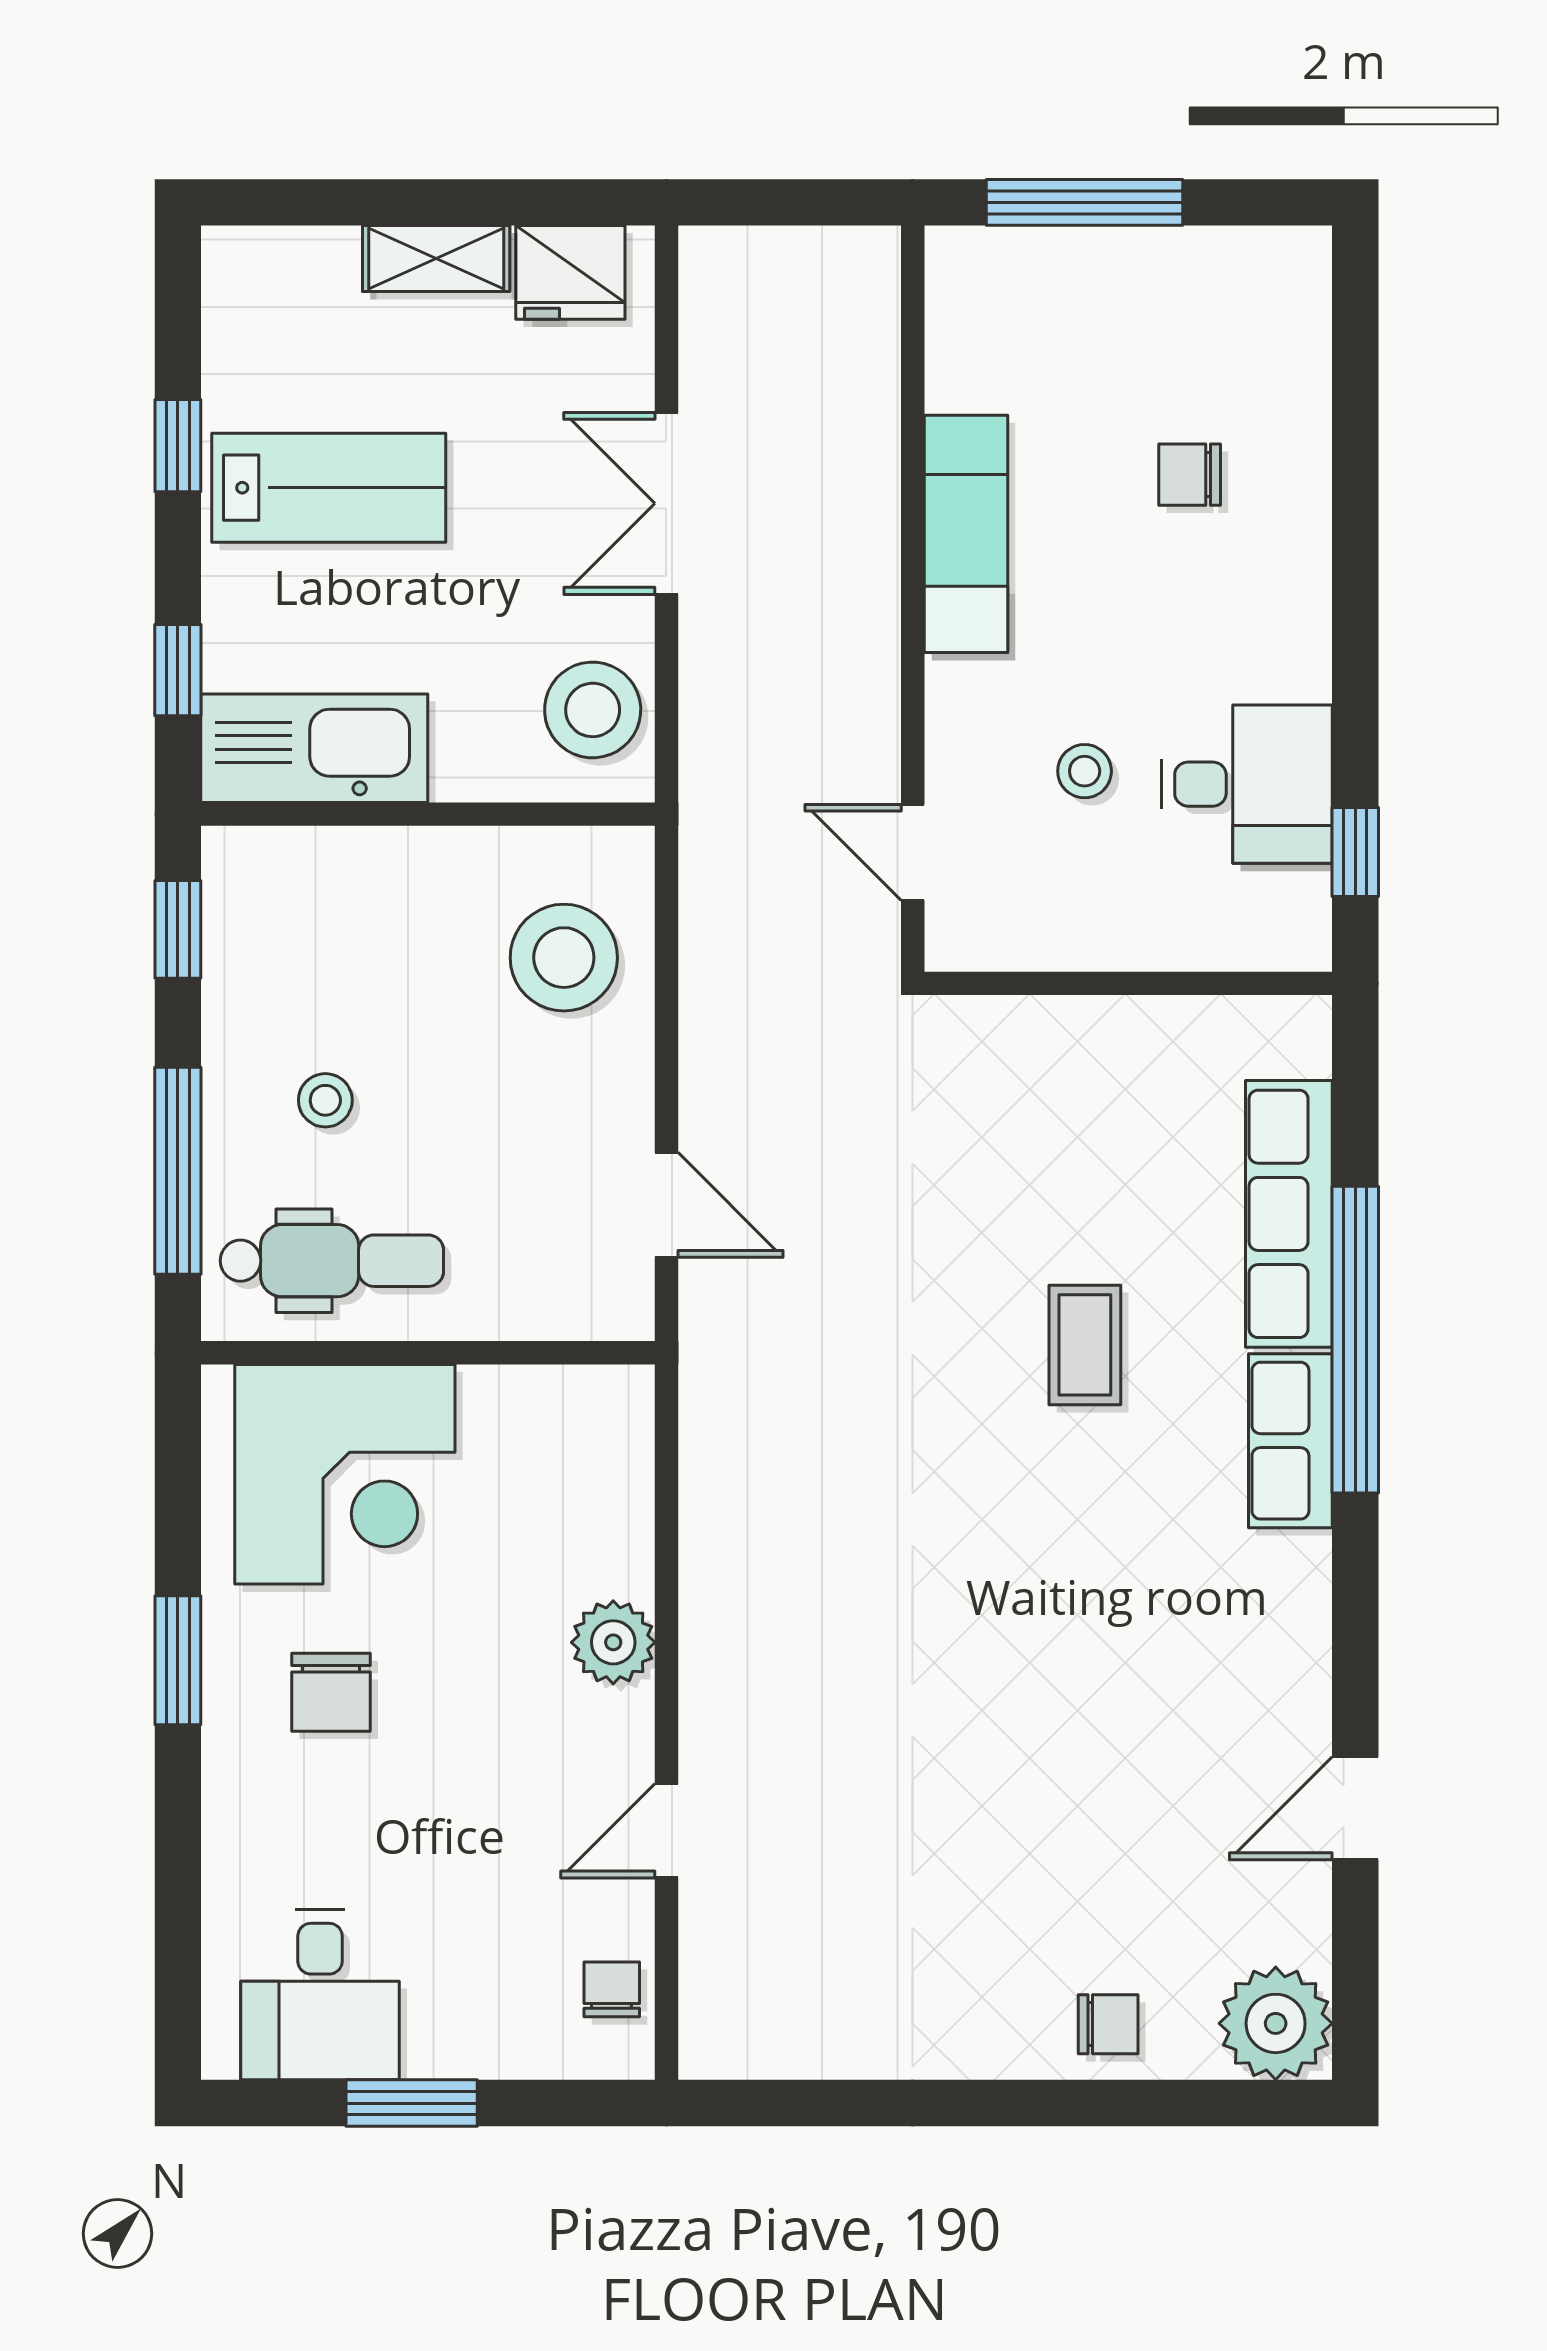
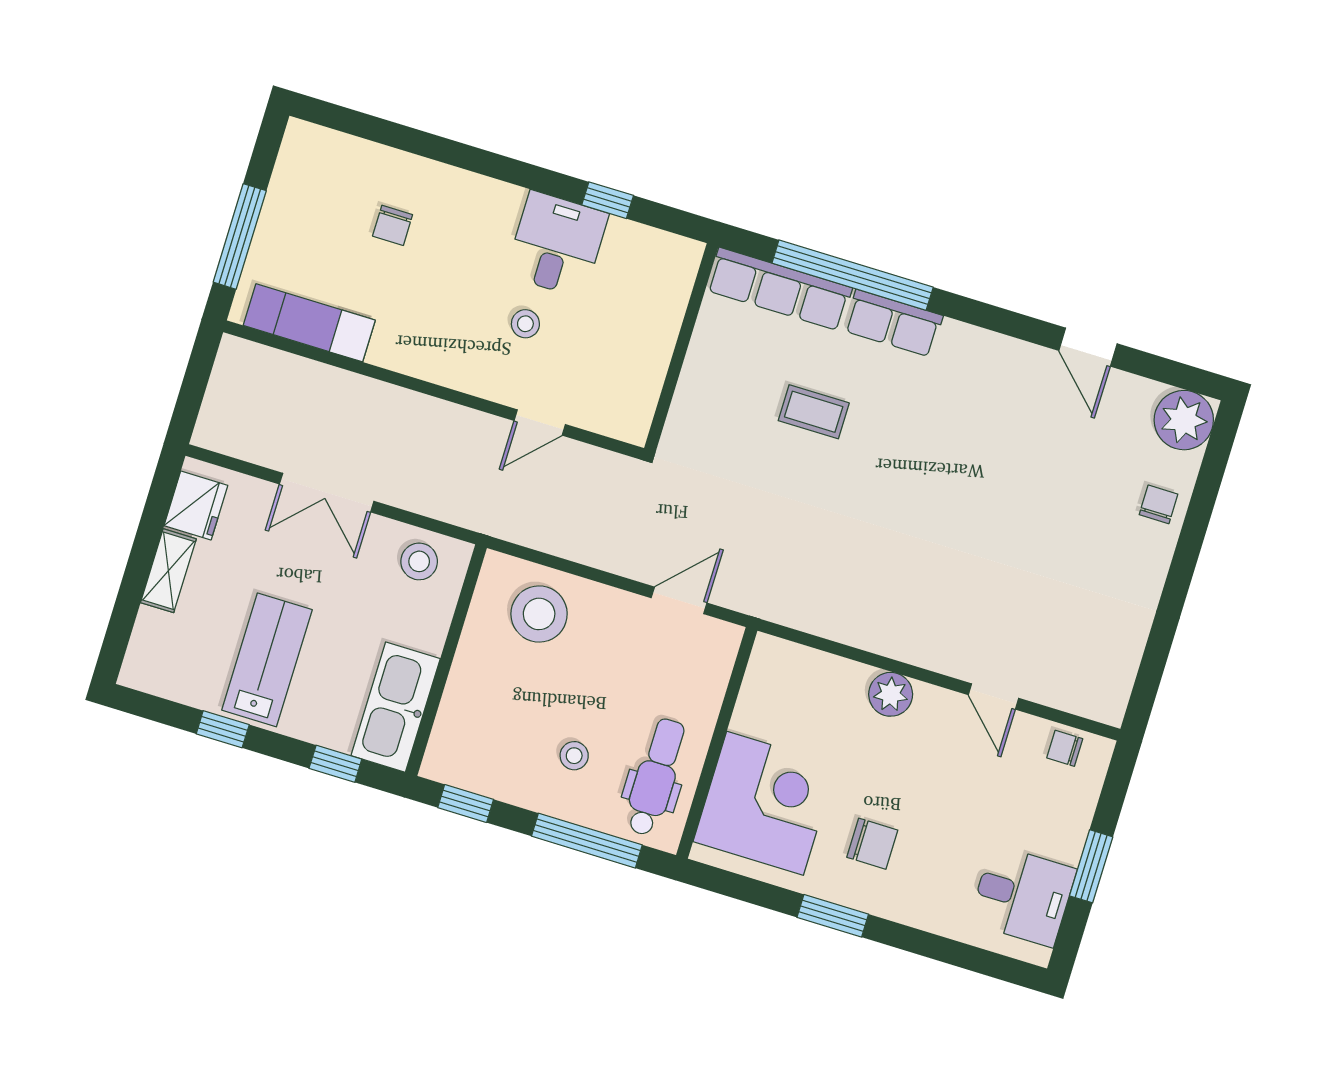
exam couch: (966, 534) -> (309, 323), moved
stool: (593, 710) -> (419, 561), width x0.73, depth x0.73
wall: (1128, 983) -> (681, 347), moved

